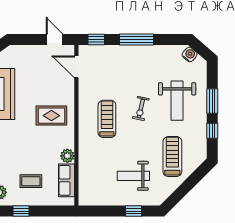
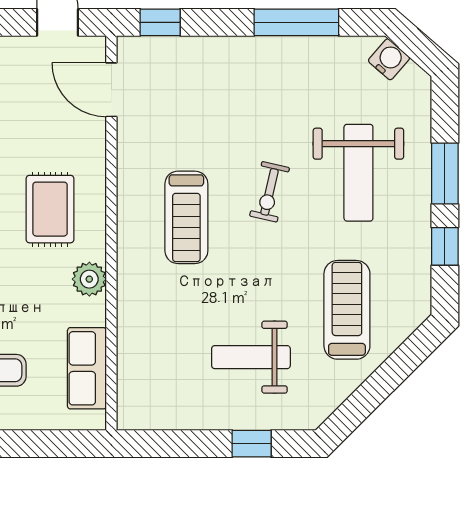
window: (137, 39) -> (296, 22), moved
rug: (51, 116) -> (50, 209), turned 90
treadmill: (107, 119) -> (186, 217), turned 180
plant: (67, 156) -> (89, 279), moved

